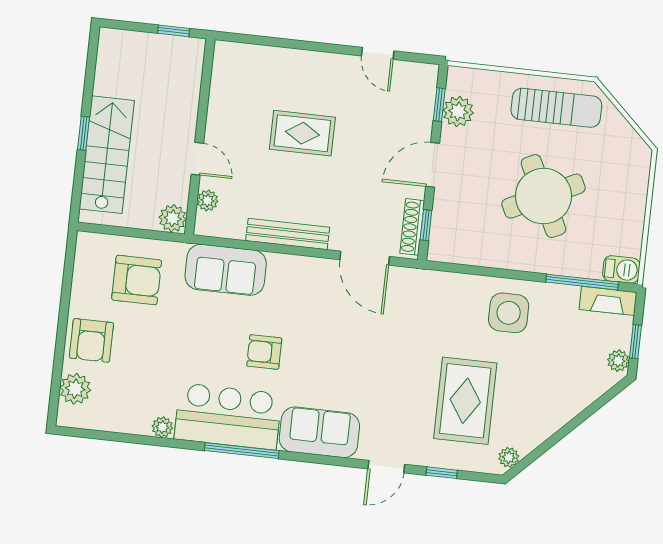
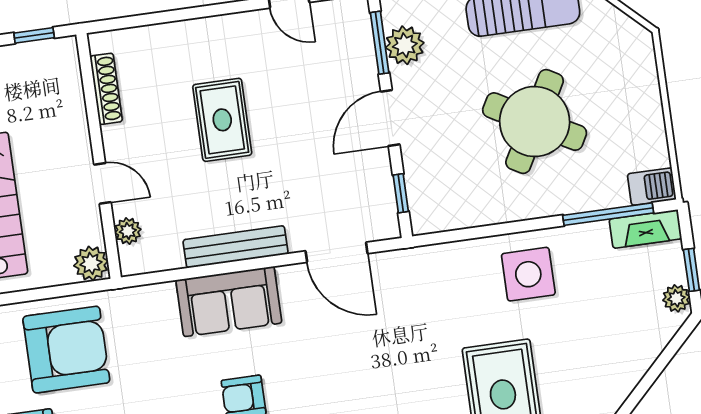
window: (439, 105) -> (380, 43), width x1.50
rug: (302, 133) -> (222, 120), turned 90
round table: (543, 196) -> (535, 122), turned -35
shoe rack: (412, 227) -> (106, 89), moved, turned 180
sofa: (226, 270) -> (229, 302), moved
armchair: (137, 280) -> (66, 350), width x1.36, depth x1.36

